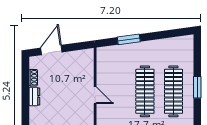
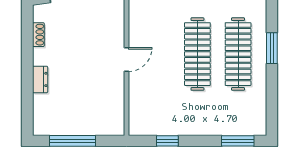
door: (95, 95) -> (126, 59), hinge flipped
dresser: (34, 96) -> (40, 79), moved

